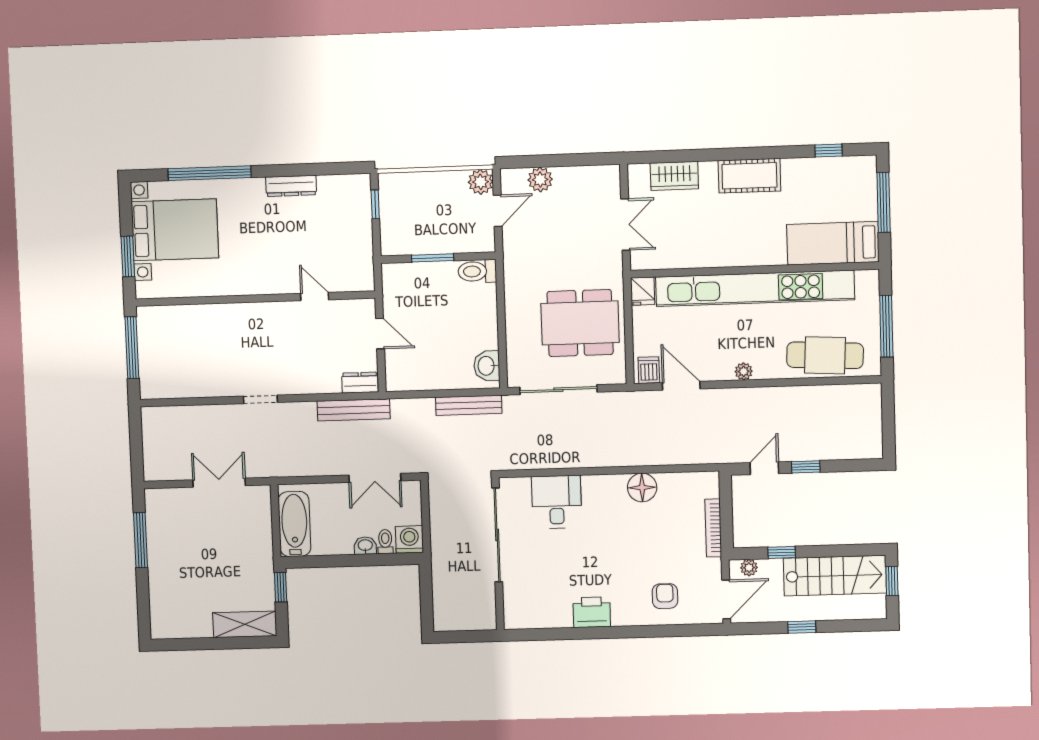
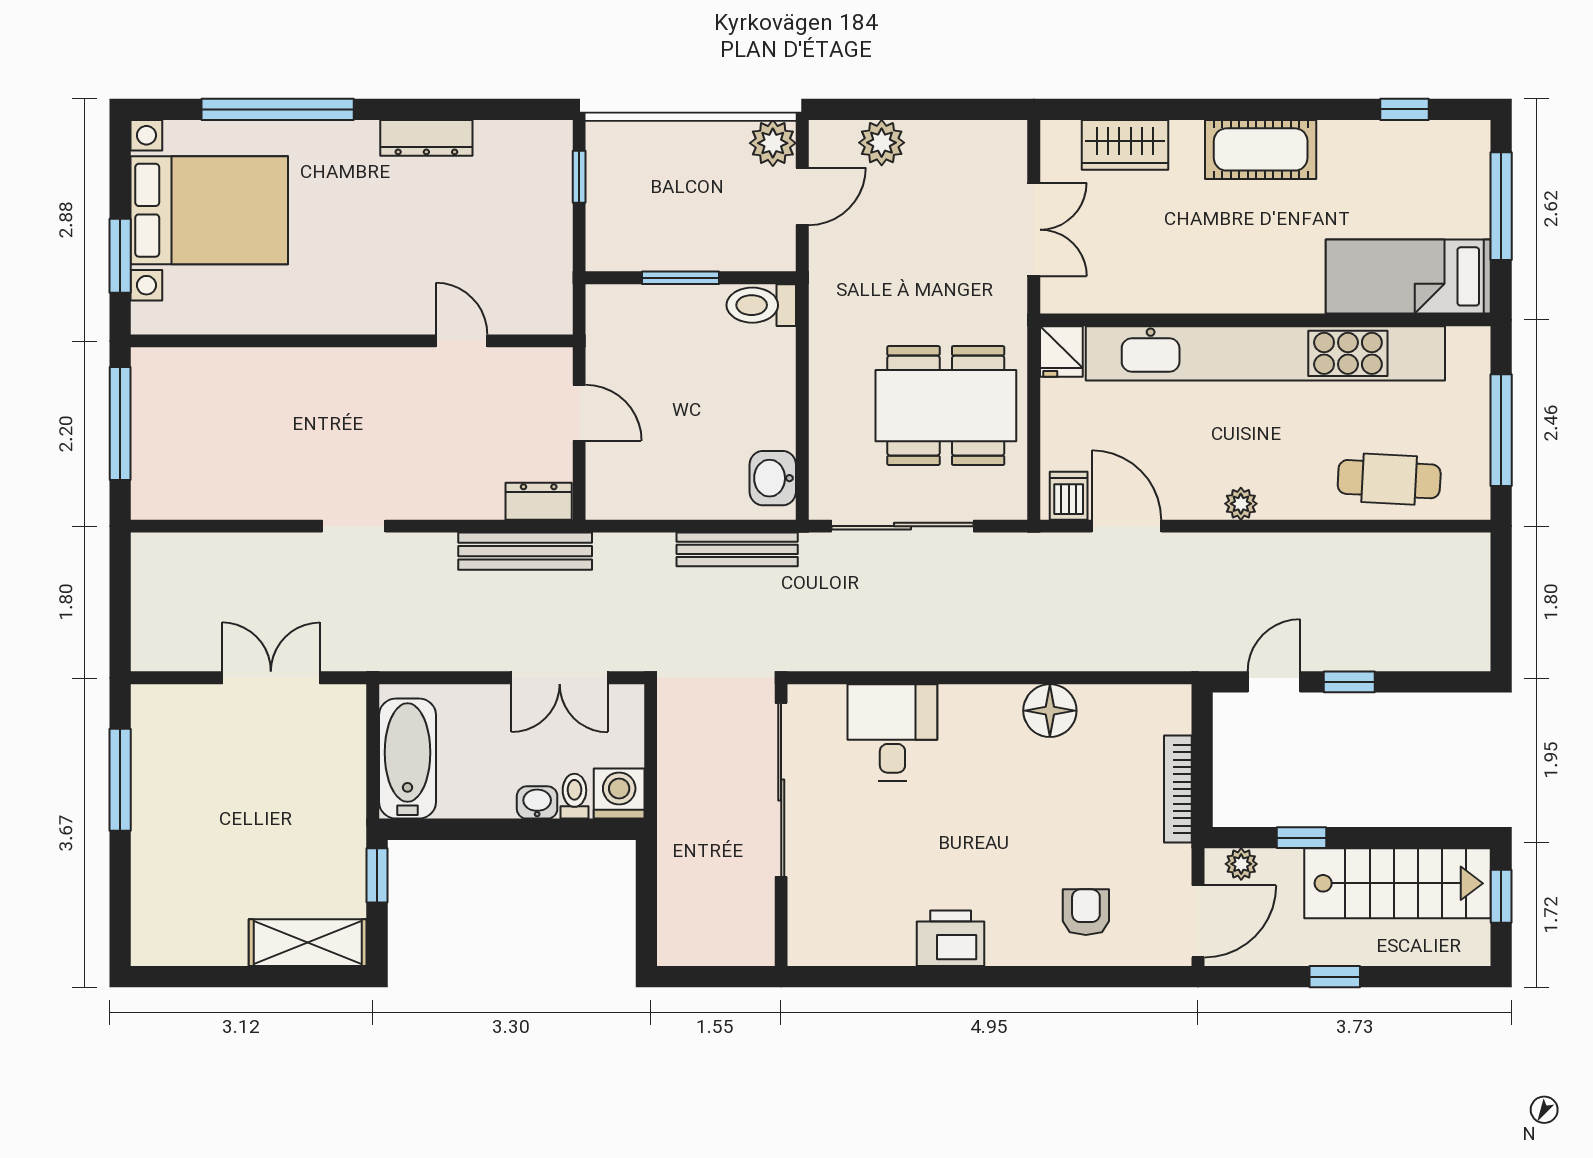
cafe table: (825, 355) -> (1389, 479), width x0.73, depth x0.74

